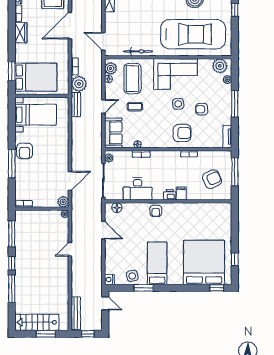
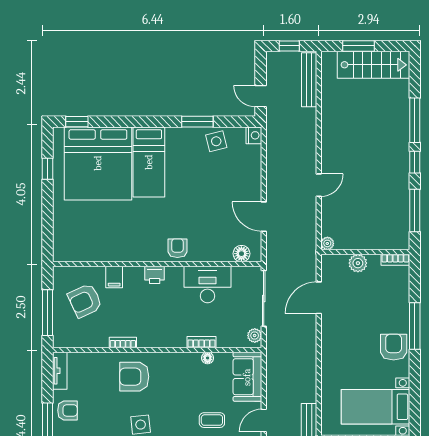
armchair: (202, 109) -> (67, 410), moved
filing cabinet: (181, 194) -> (114, 277), moved
plant: (63, 202) -> (358, 263), moved
bed: (157, 263) -> (149, 162), moved

